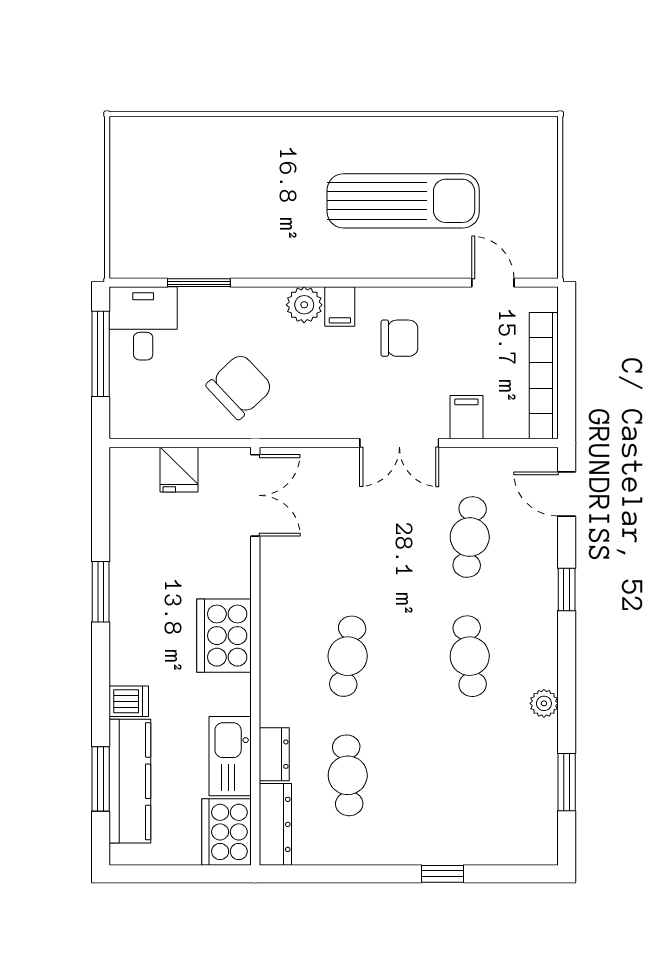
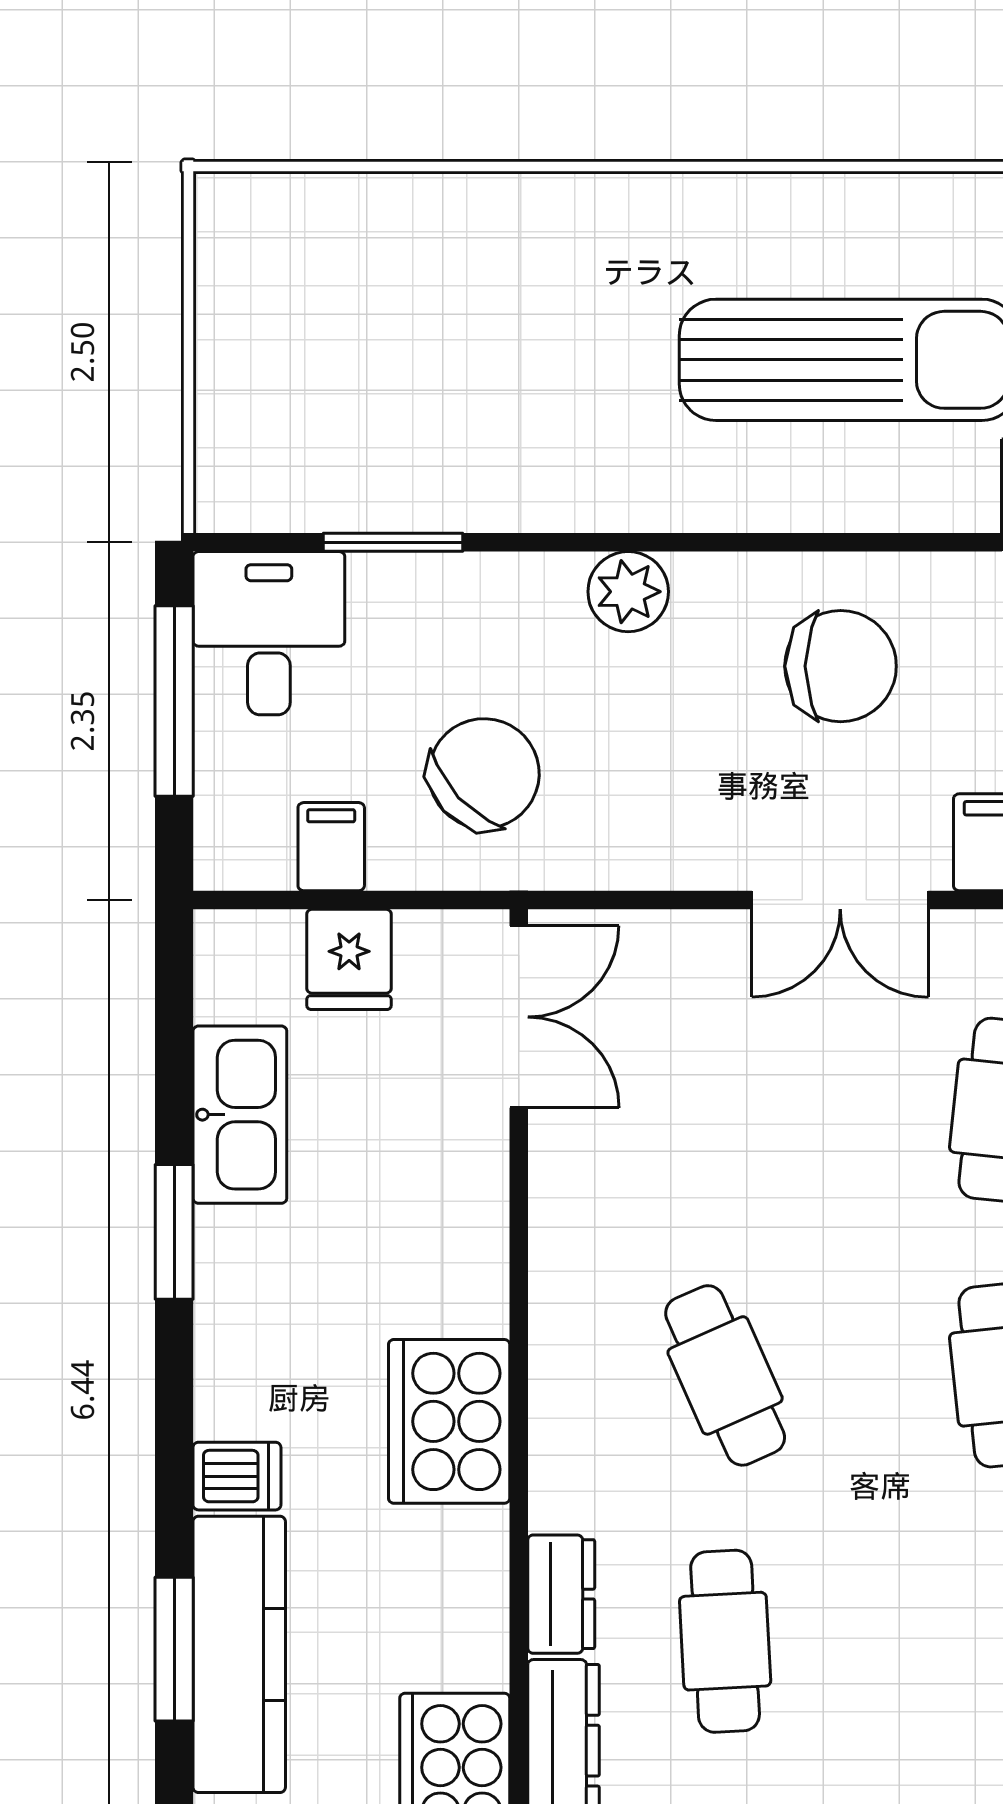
filing cabinet: (340, 307) -> (331, 847), moved, turned 180
chair: (399, 338) -> (841, 666), width x1.37, depth x1.37
cooker: (224, 636) -> (449, 1421), moved
cafe table: (348, 656) -> (725, 1375), turned -33
kitchen sink: (230, 756) -> (240, 1115), moved, turned 180

